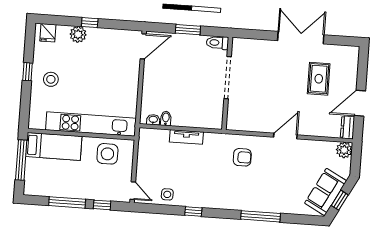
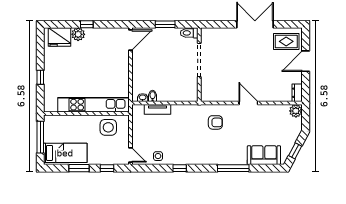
fridge: (48, 33) -> (59, 37), width x1.88, depth x1.34
window: (27, 72) -> (40, 77), moved
stool: (51, 79) -> (59, 71), removed
rug: (319, 79) -> (286, 41), moved, turned 90
door: (360, 103) -> (306, 61), moved
door: (285, 136) -> (248, 103), hinge flipped
tv unit: (186, 137) -> (158, 109), moved
bed: (54, 146) -> (65, 153), moved
sofa: (326, 192) -> (264, 155), moved, turned 62
window: (67, 202) -> (79, 168), width x0.69

